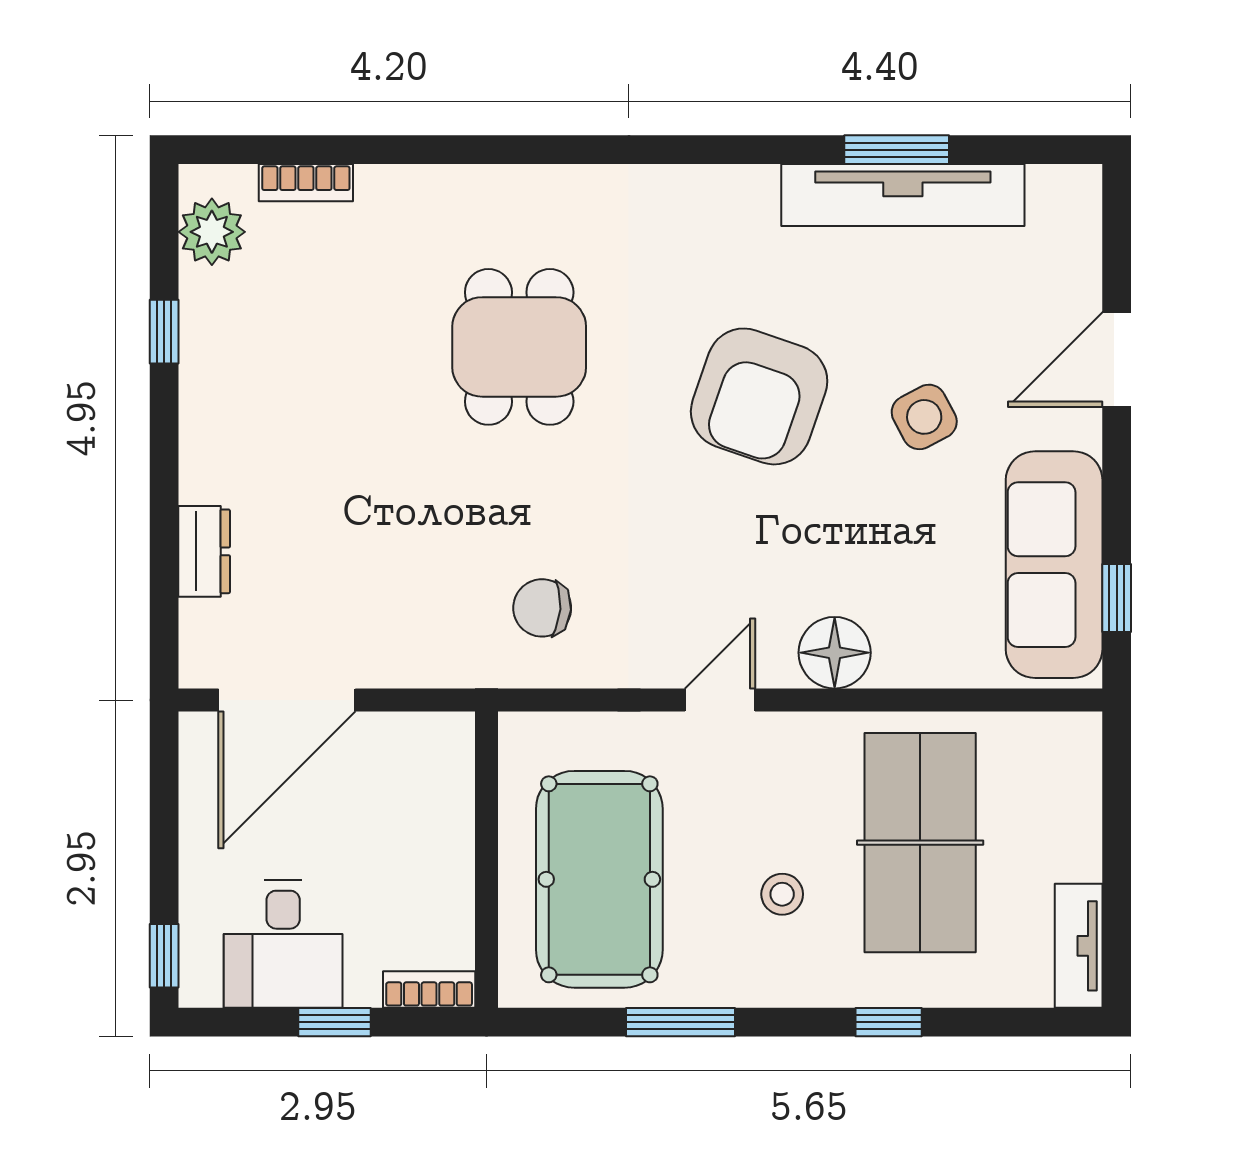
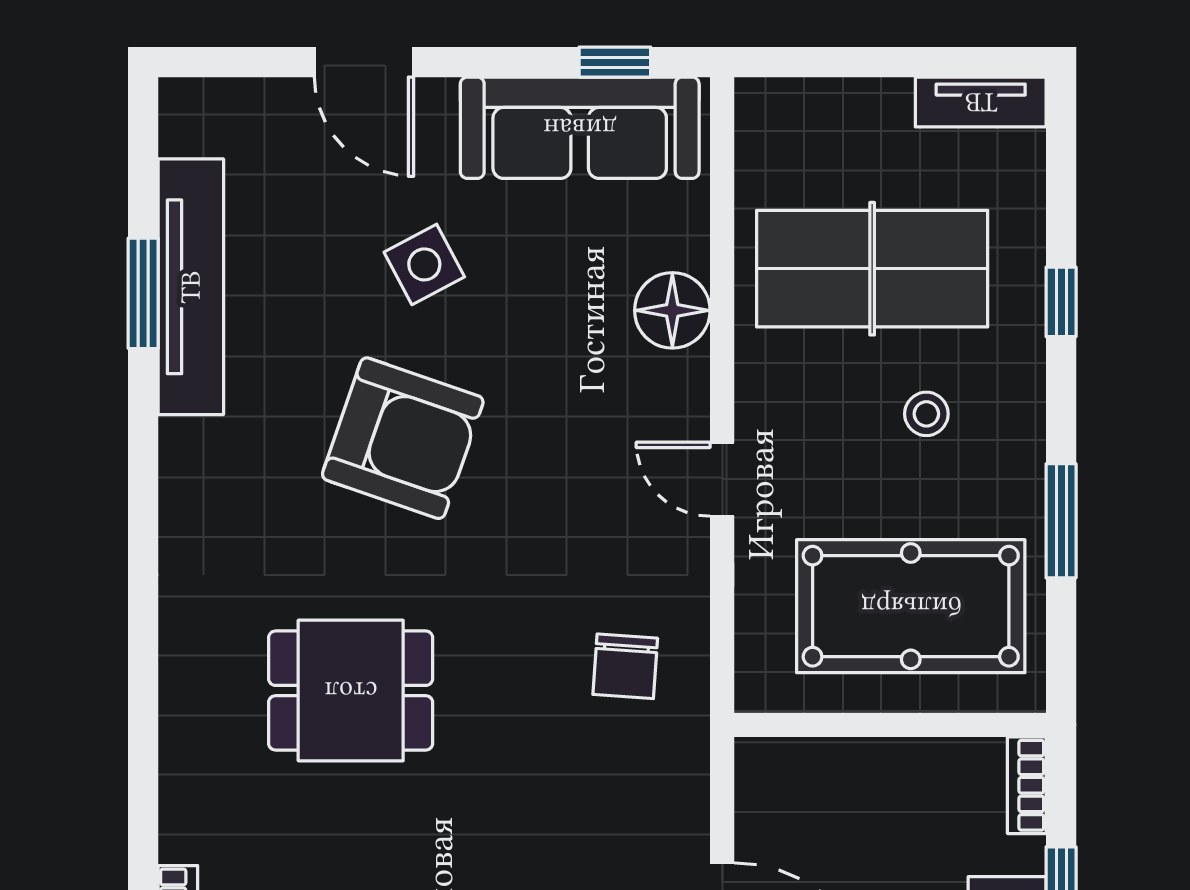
floor lamp: (835, 653) -> (672, 310), moved

